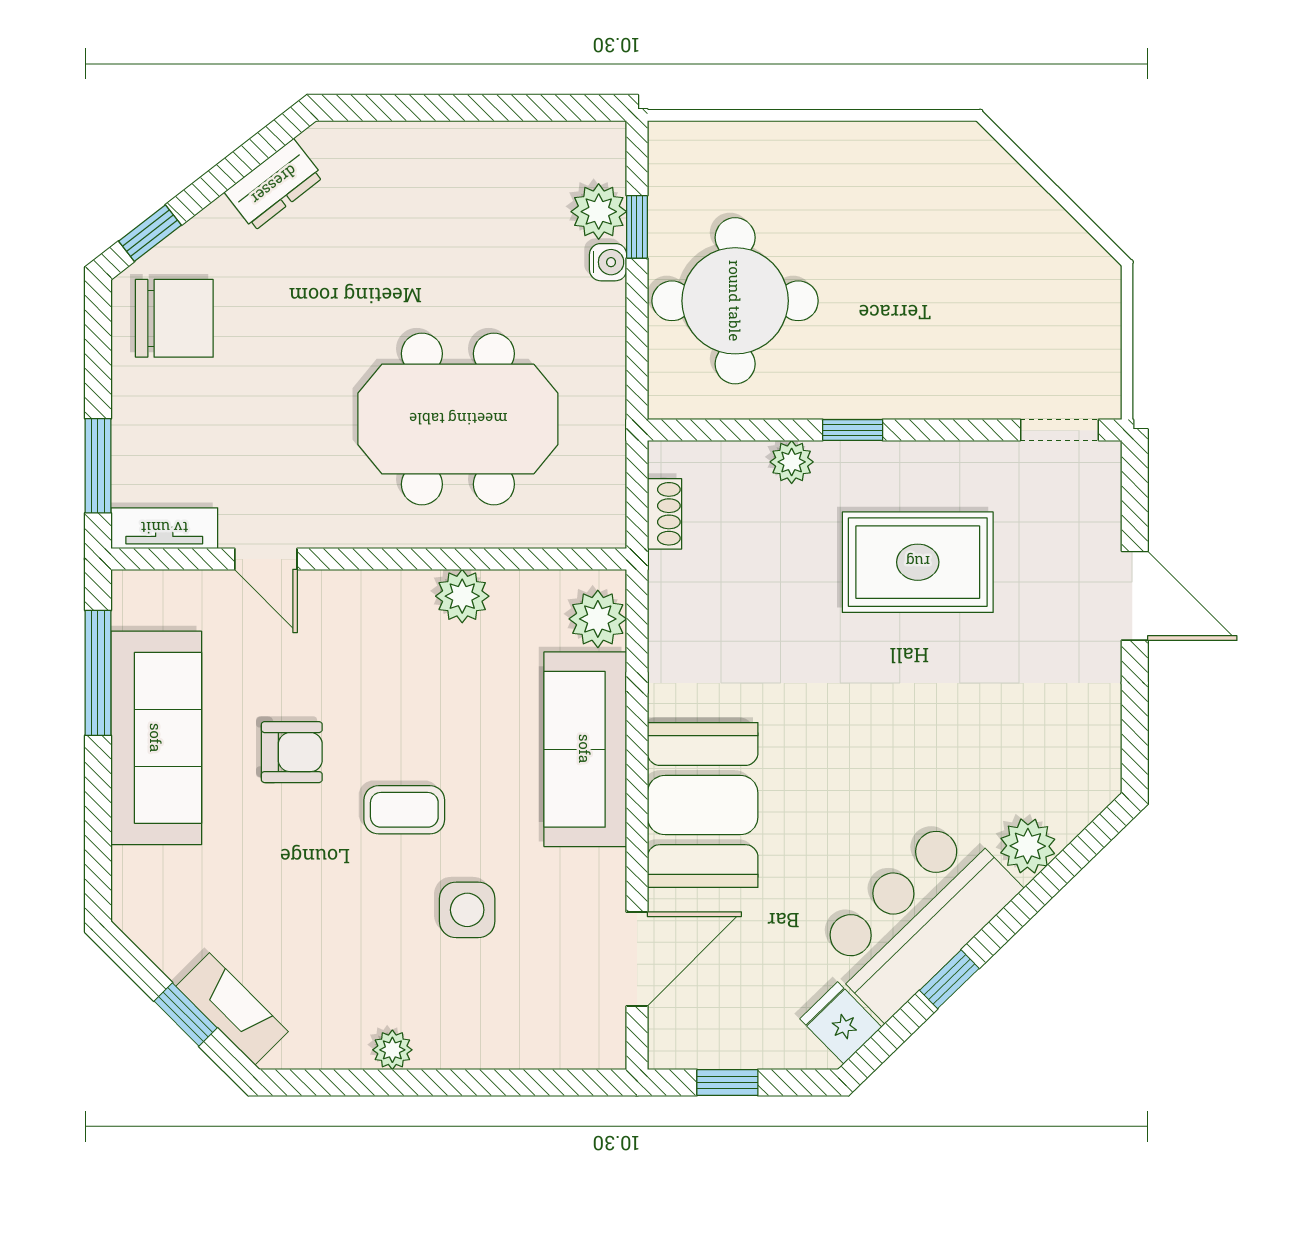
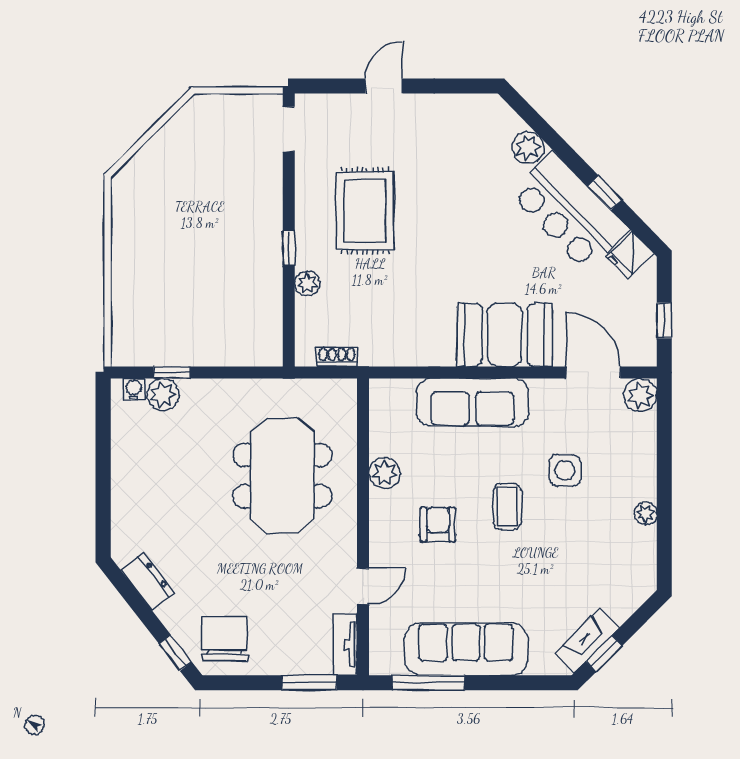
water cooler: (608, 262) -> (134, 389), moved
round table: (735, 301) -> (214, 316), removed
door: (1135, 596) -> (384, 86), width x0.73
plant: (598, 619) -> (640, 395), moved
armchair: (292, 752) -> (438, 525), moved
fireplace: (232, 1009) -> (587, 640), moved
window: (186, 1014) -> (604, 654), moved

